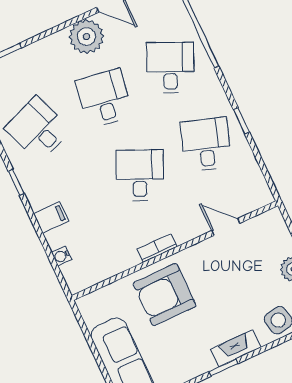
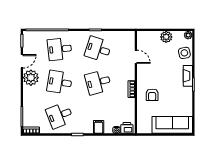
desk: (170, 68) -> (60, 49), turned -30
desk: (140, 175) -> (98, 82), turned -39
door: (226, 227) -> (136, 57), swing flipped
printer: (75, 275) -> (127, 128), added
armchair: (165, 295) -> (152, 95), width x0.53, depth x0.53

